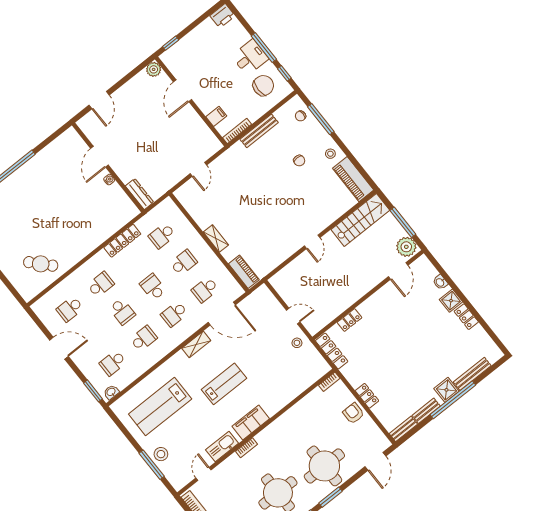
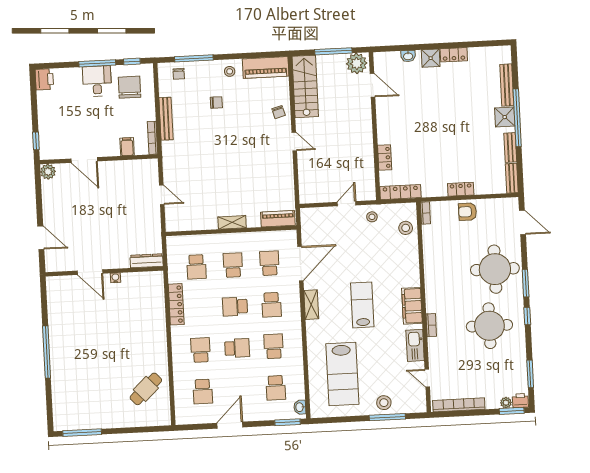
chair: (326, 214) -> (279, 112), added
school desk: (205, 290) -> (269, 263), turned 180
stool: (307, 375) -> (406, 228), added

